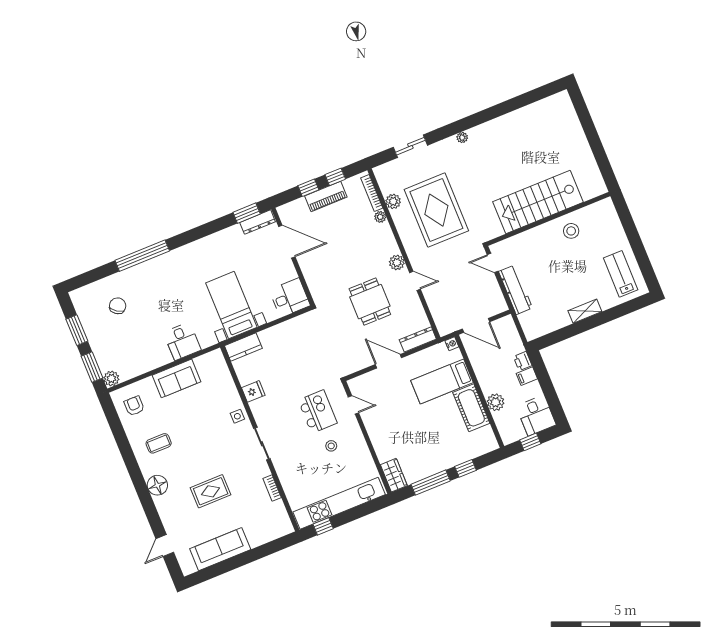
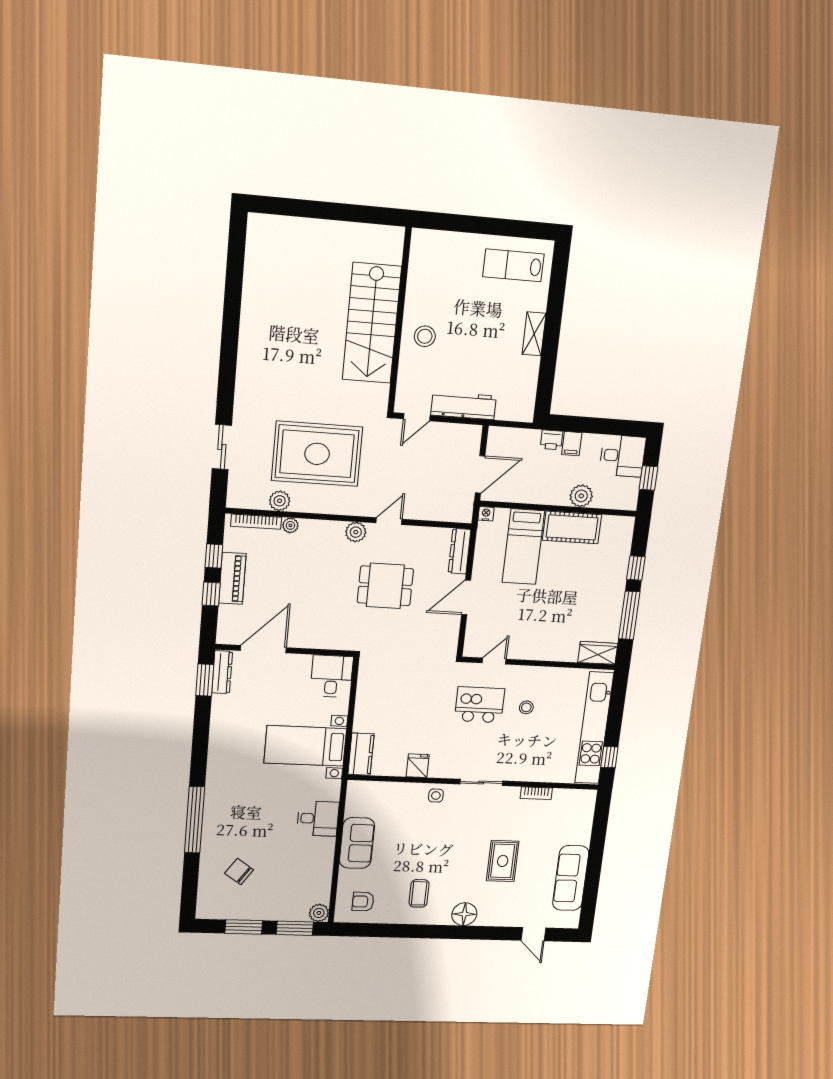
plant: (462, 137) -> (243, 377), removed
stool: (571, 231) -> (425, 336), moved

